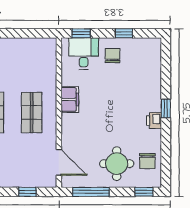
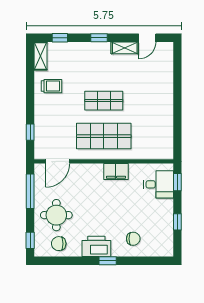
chair: (112, 56) -> (133, 239), moved
shop shelf: (32, 113) -> (104, 136), width x1.43, depth x1.36
printer: (154, 120) -> (96, 246), width x1.87, depth x1.48

